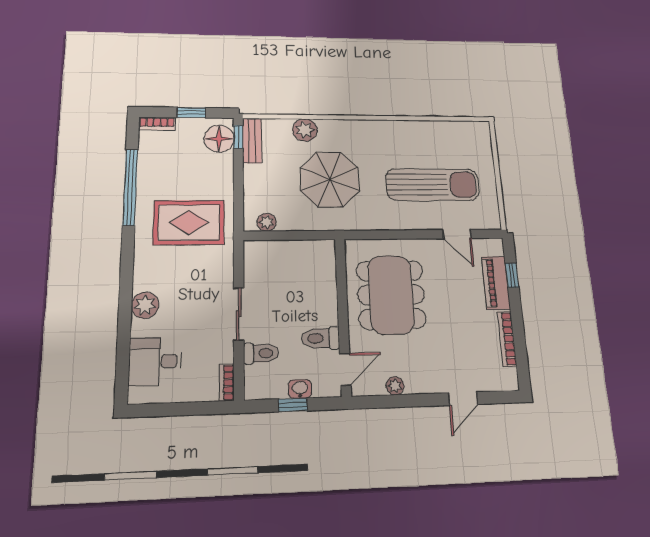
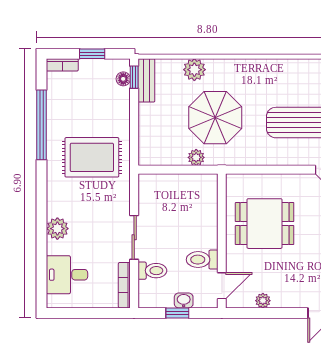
floor lamp: (219, 139) -> (123, 79), width x0.53, depth x0.53
plant: (267, 222) -> (196, 157), moved
dining table: (391, 295) -> (265, 224), width x0.73
bookcase: (227, 383) -> (124, 285), width x1.56

